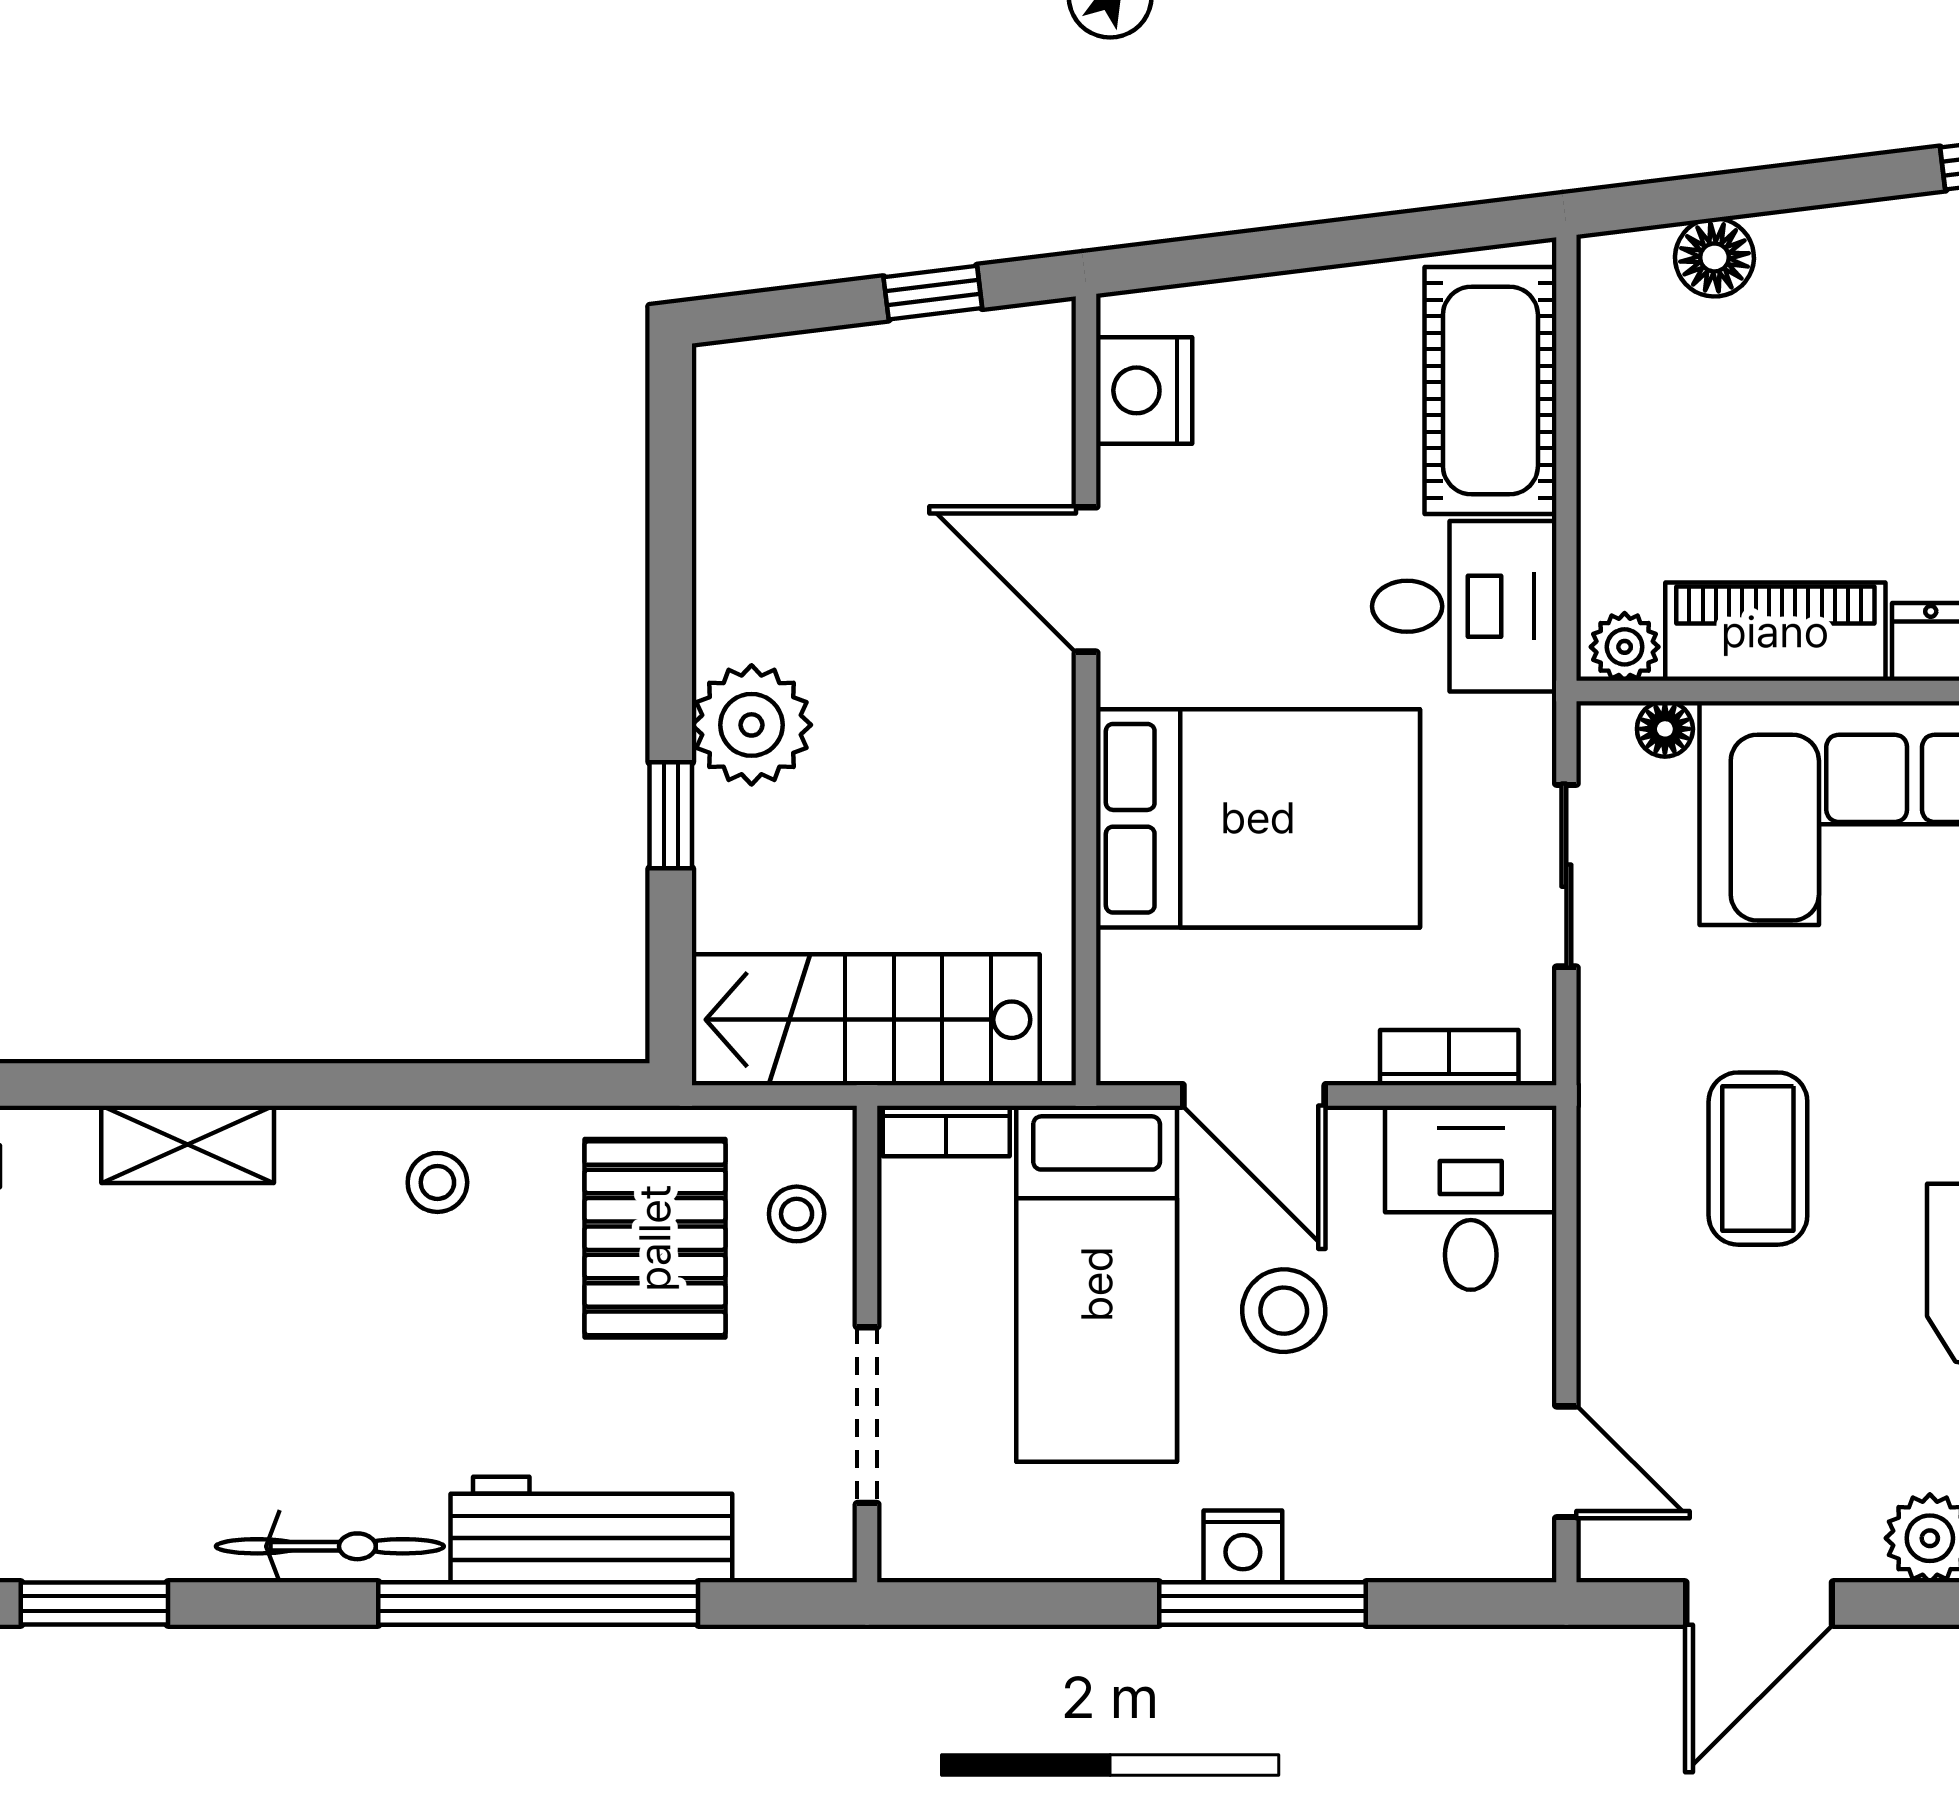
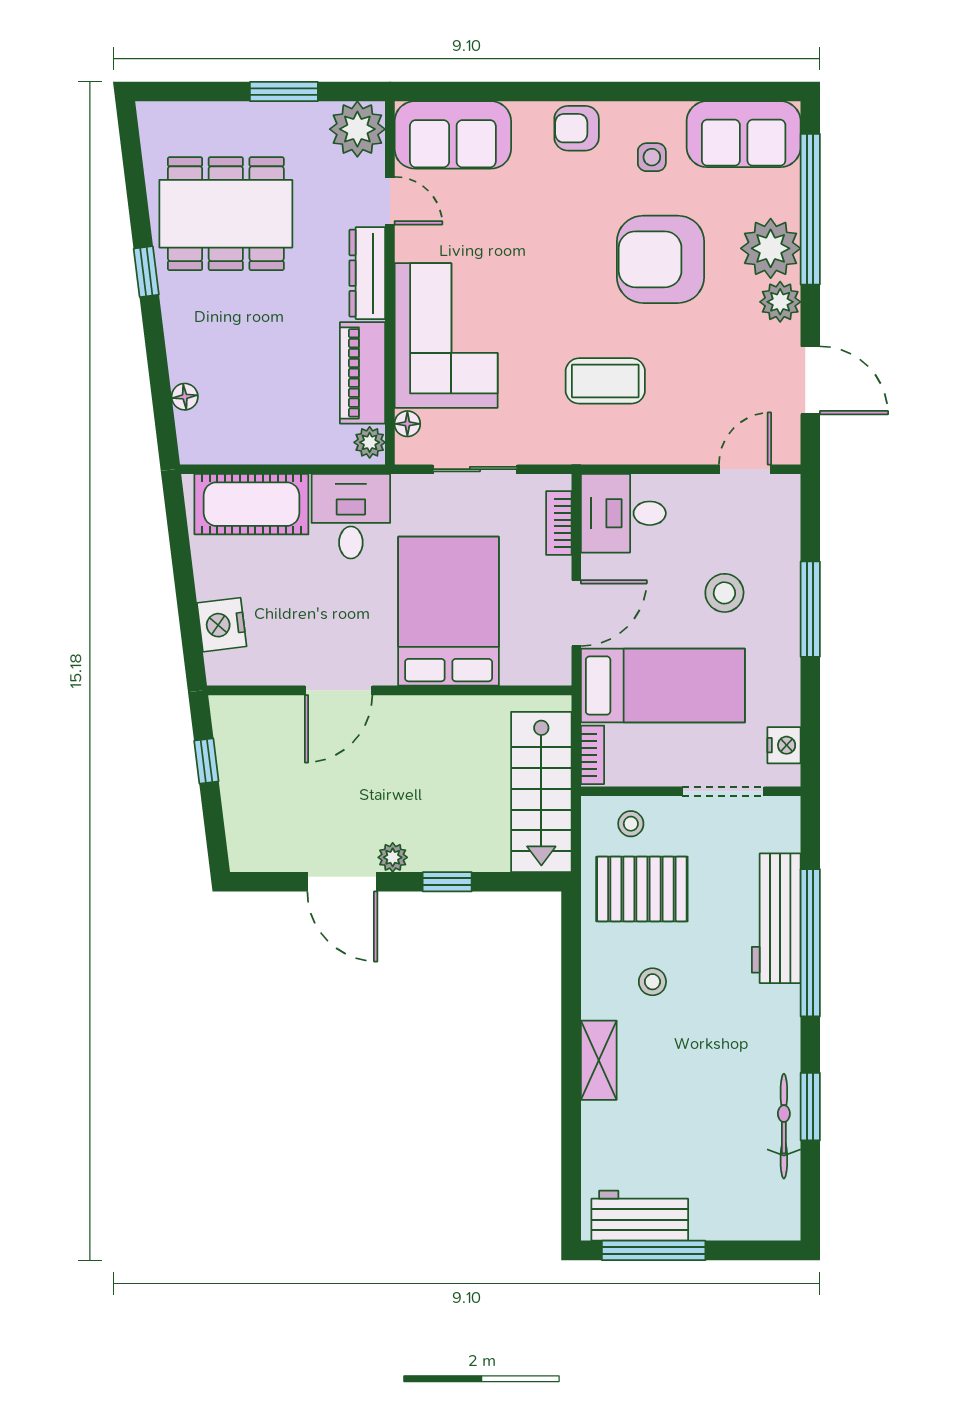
floor lamp: (1714, 257) -> (185, 397), width x0.73, depth x0.73
nightstand: (1144, 390) -> (222, 625), moved, turned 83
door: (671, 588) -> (342, 882), added
plant: (752, 725) -> (393, 857), width x0.53, depth x0.53
shelving: (188, 1144) -> (599, 1060), moved
stool: (437, 1182) -> (652, 982), moved
stool: (1284, 1311) -> (724, 593), moved
bicycle: (330, 1546) -> (784, 1126), moved
nightstand: (1243, 1546) -> (784, 745), moved
window: (94, 1604) -> (810, 1107), moved

